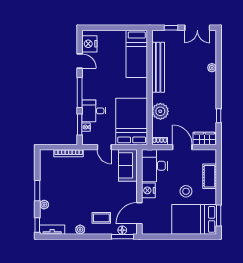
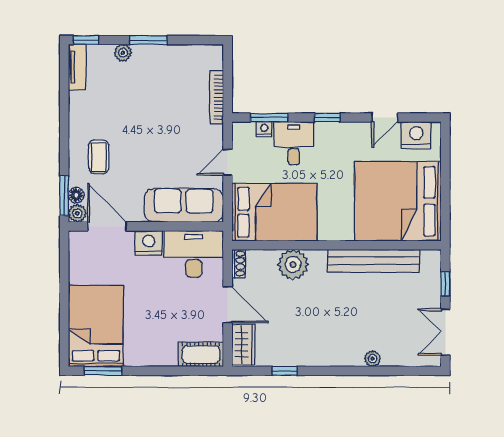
bed: (137, 54) -> (398, 201), width x2.04
window: (80, 93) -> (327, 118), width x0.46
door: (182, 147) -> (228, 305), hinge flipped
sofa: (128, 165) -> (184, 205), width x1.36
cot: (210, 176) -> (201, 354), moved
stool: (186, 191) -> (147, 311), removed
plant: (80, 230) -> (77, 213), moved

